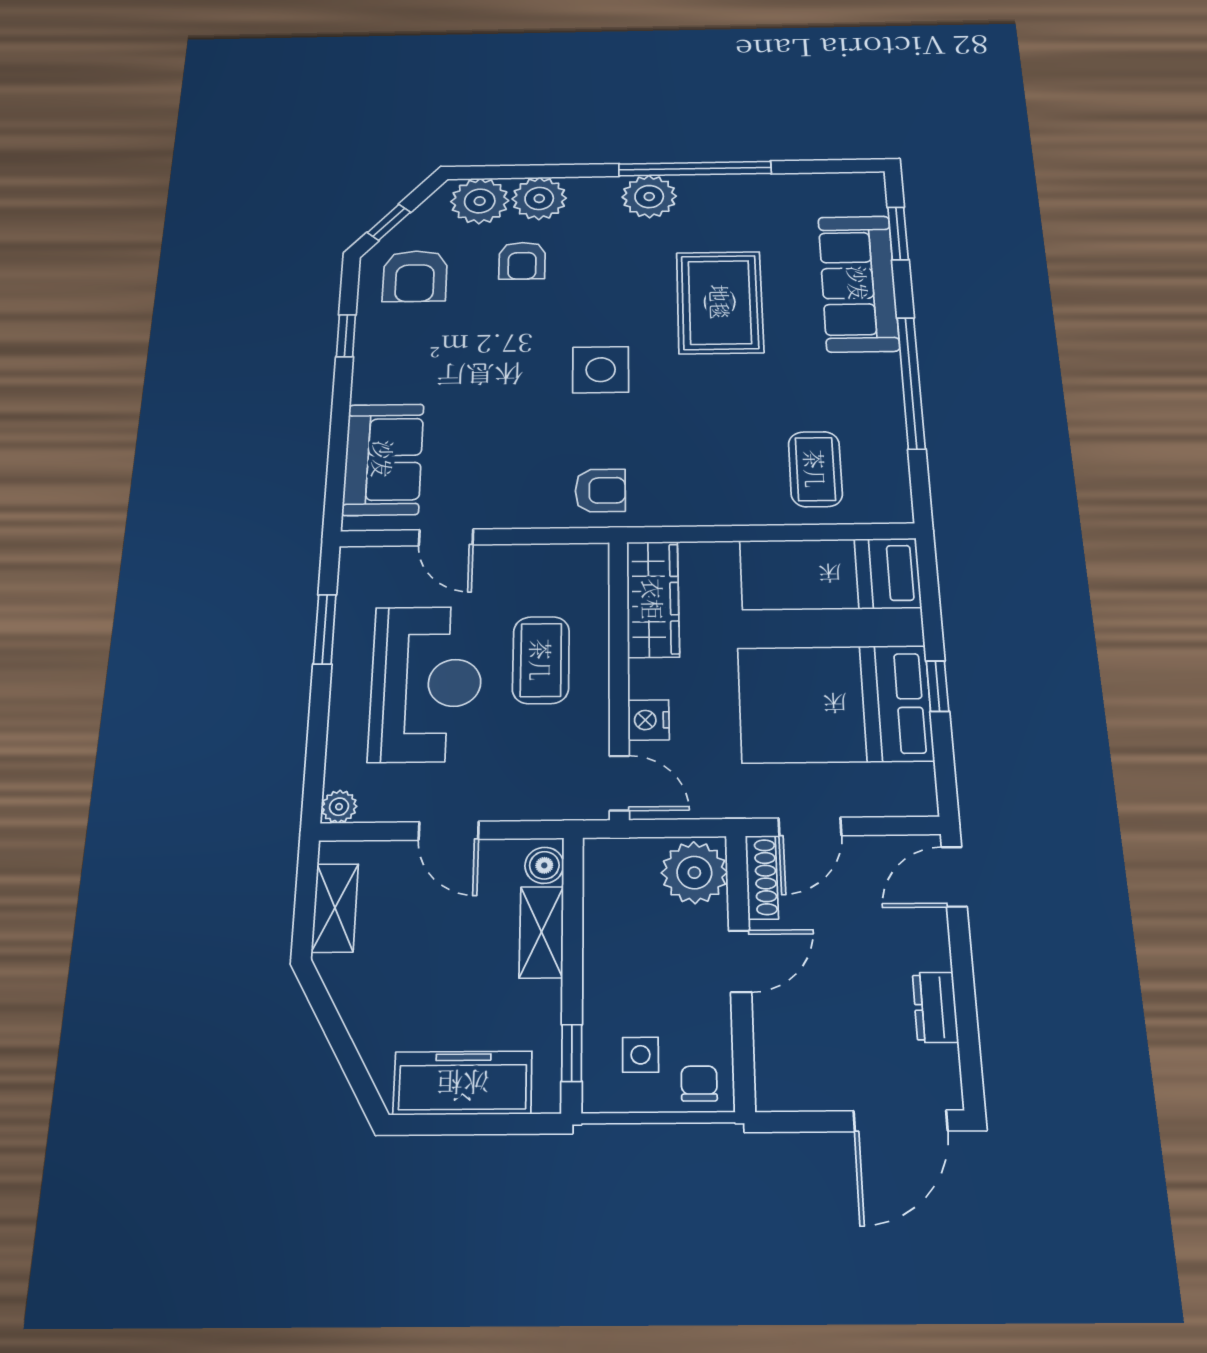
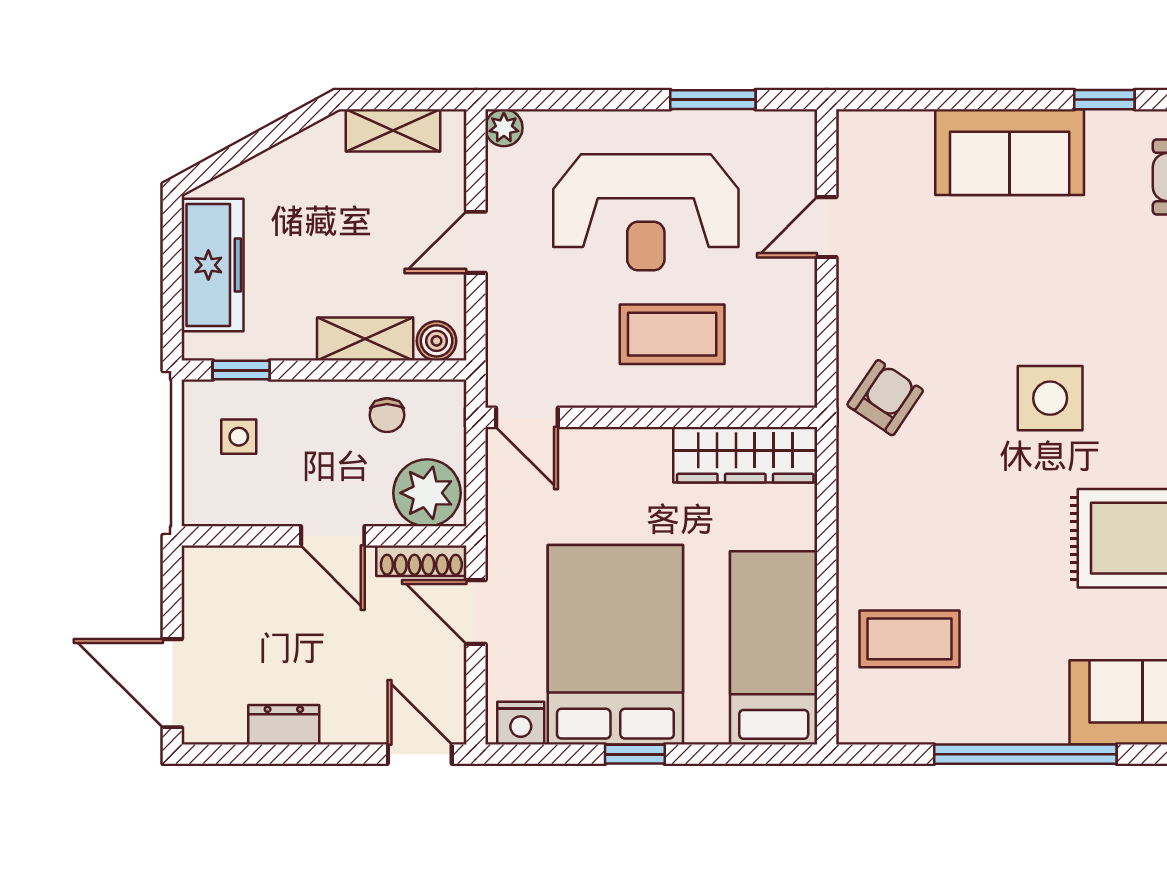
sofa: (383, 459) -> (1010, 152), moved
armchair: (600, 490) -> (885, 398), turned -146
nightstand: (649, 720) -> (521, 723), moved, turned 180
door: (619, 783) -> (527, 417), hinge flipped
chair: (699, 1083) -> (387, 415), moved, turned 90

